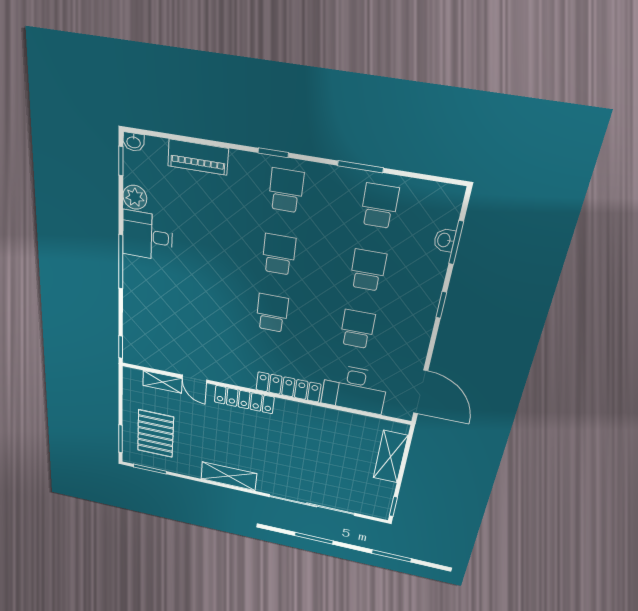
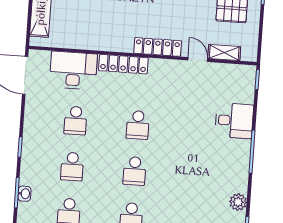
desk: (147, 236) -> (234, 121), moved

